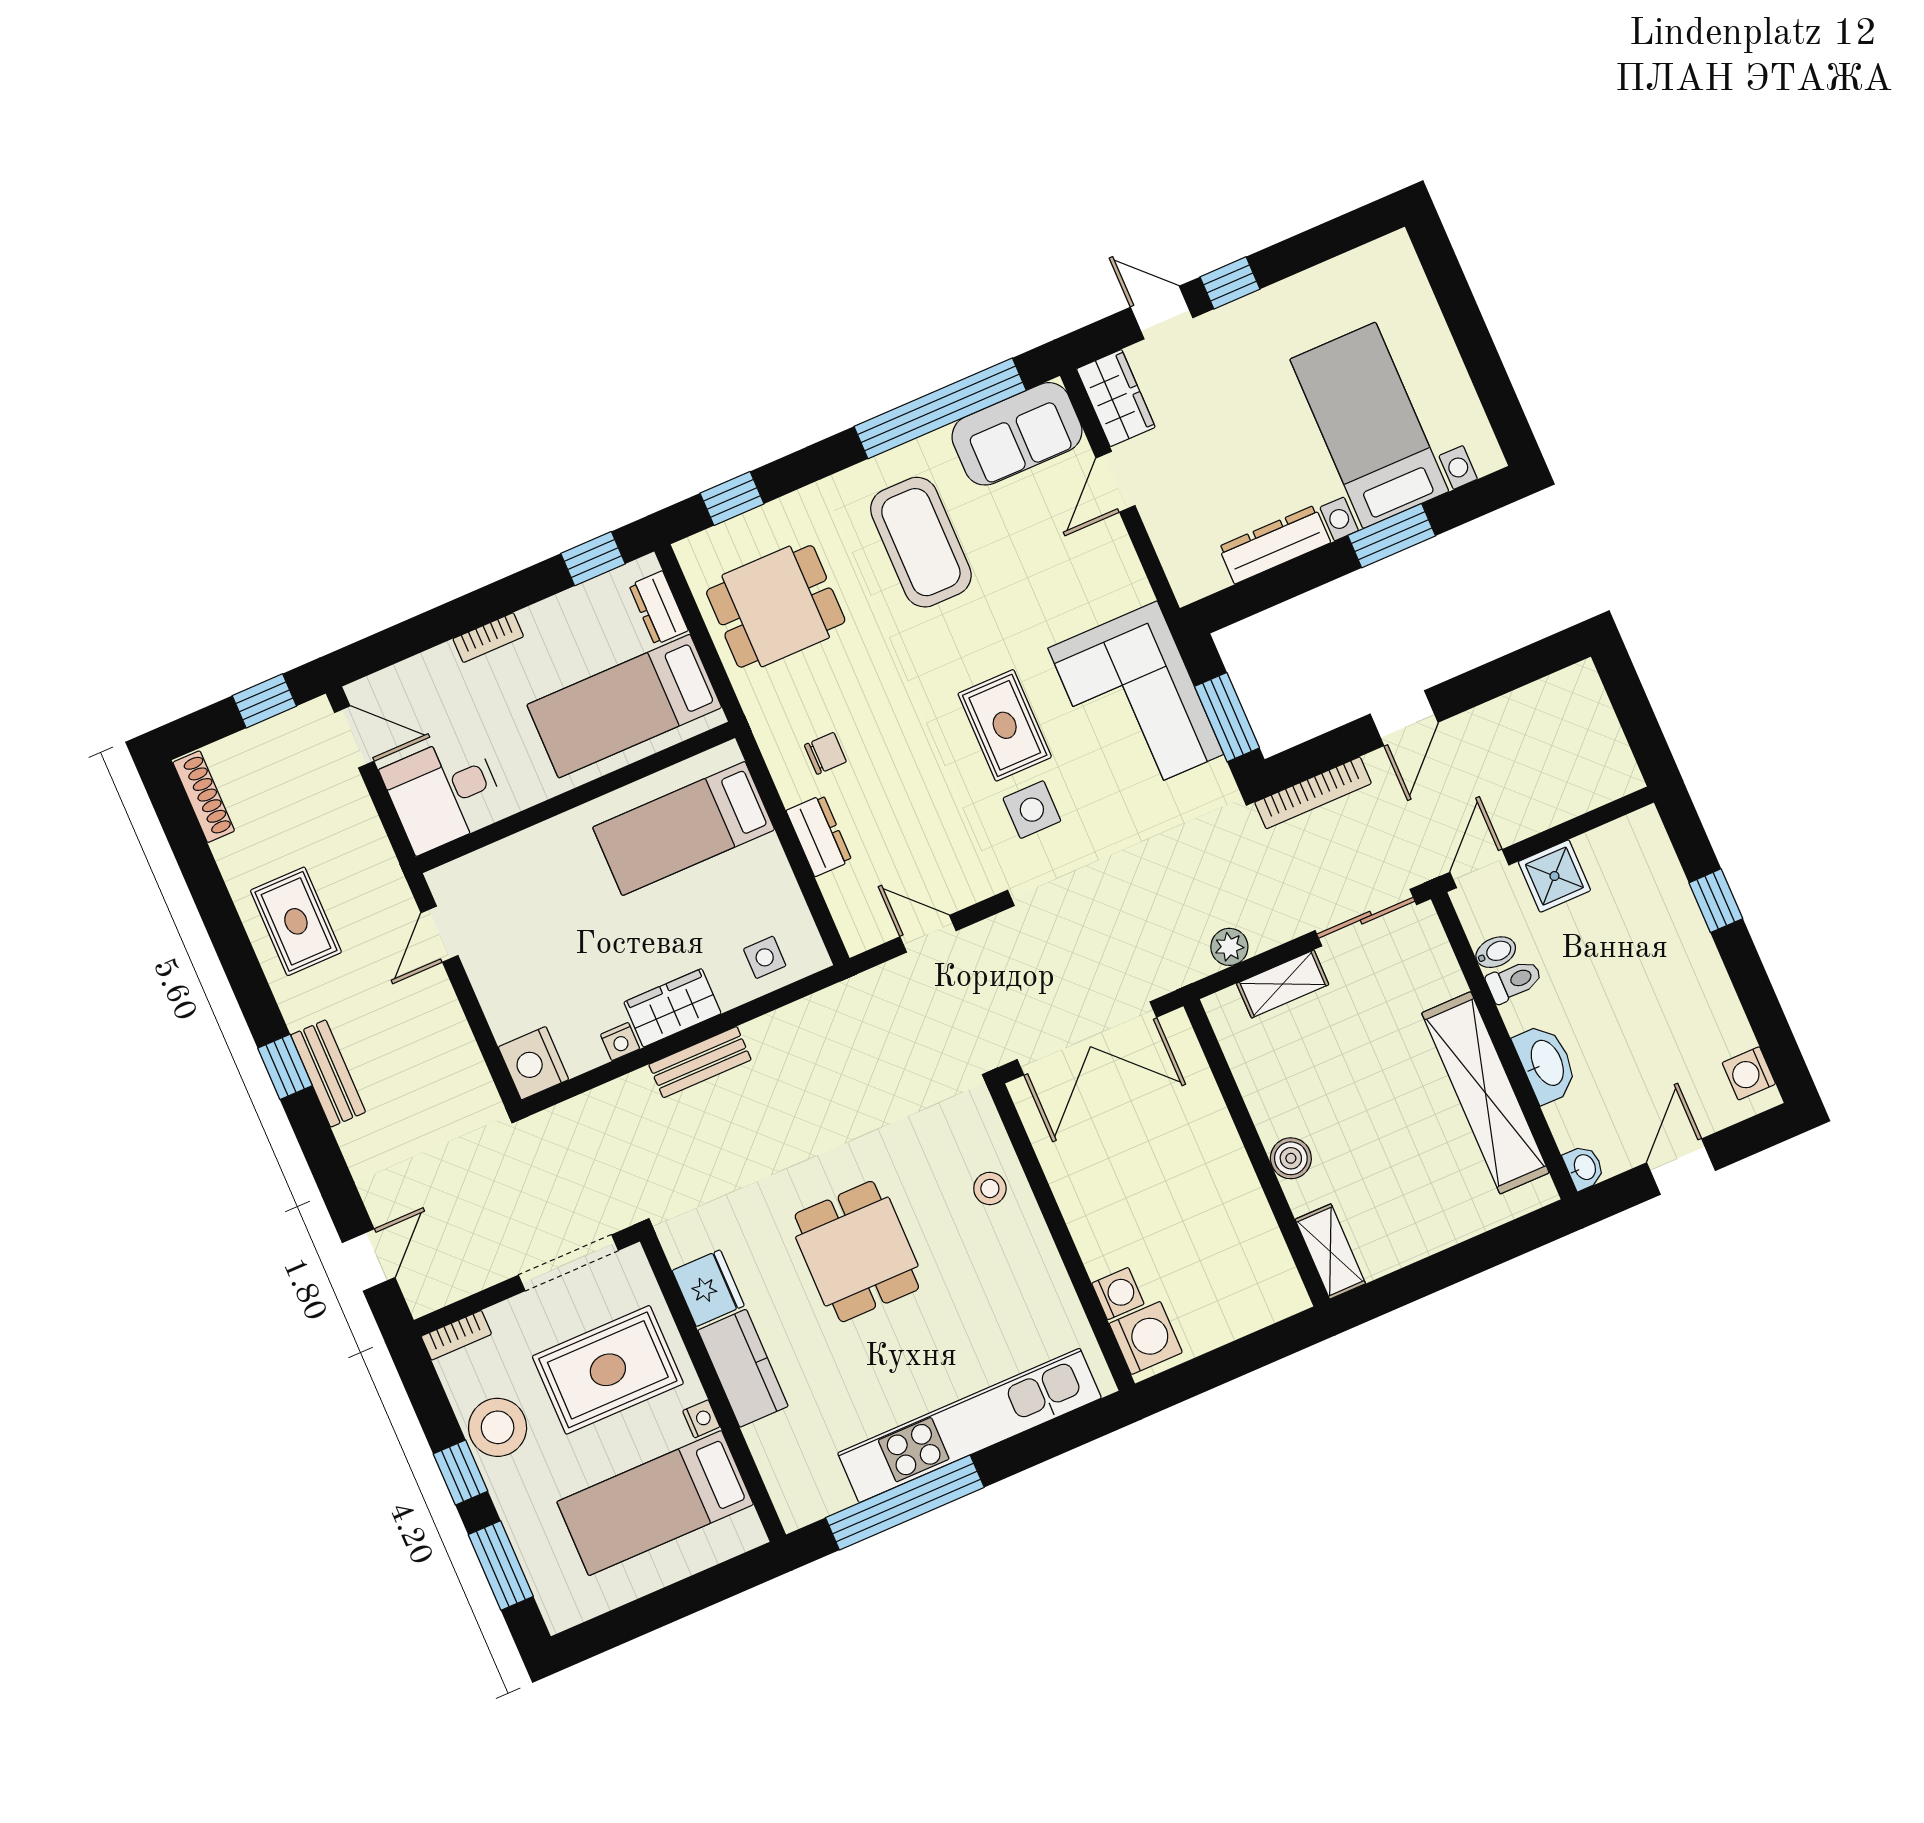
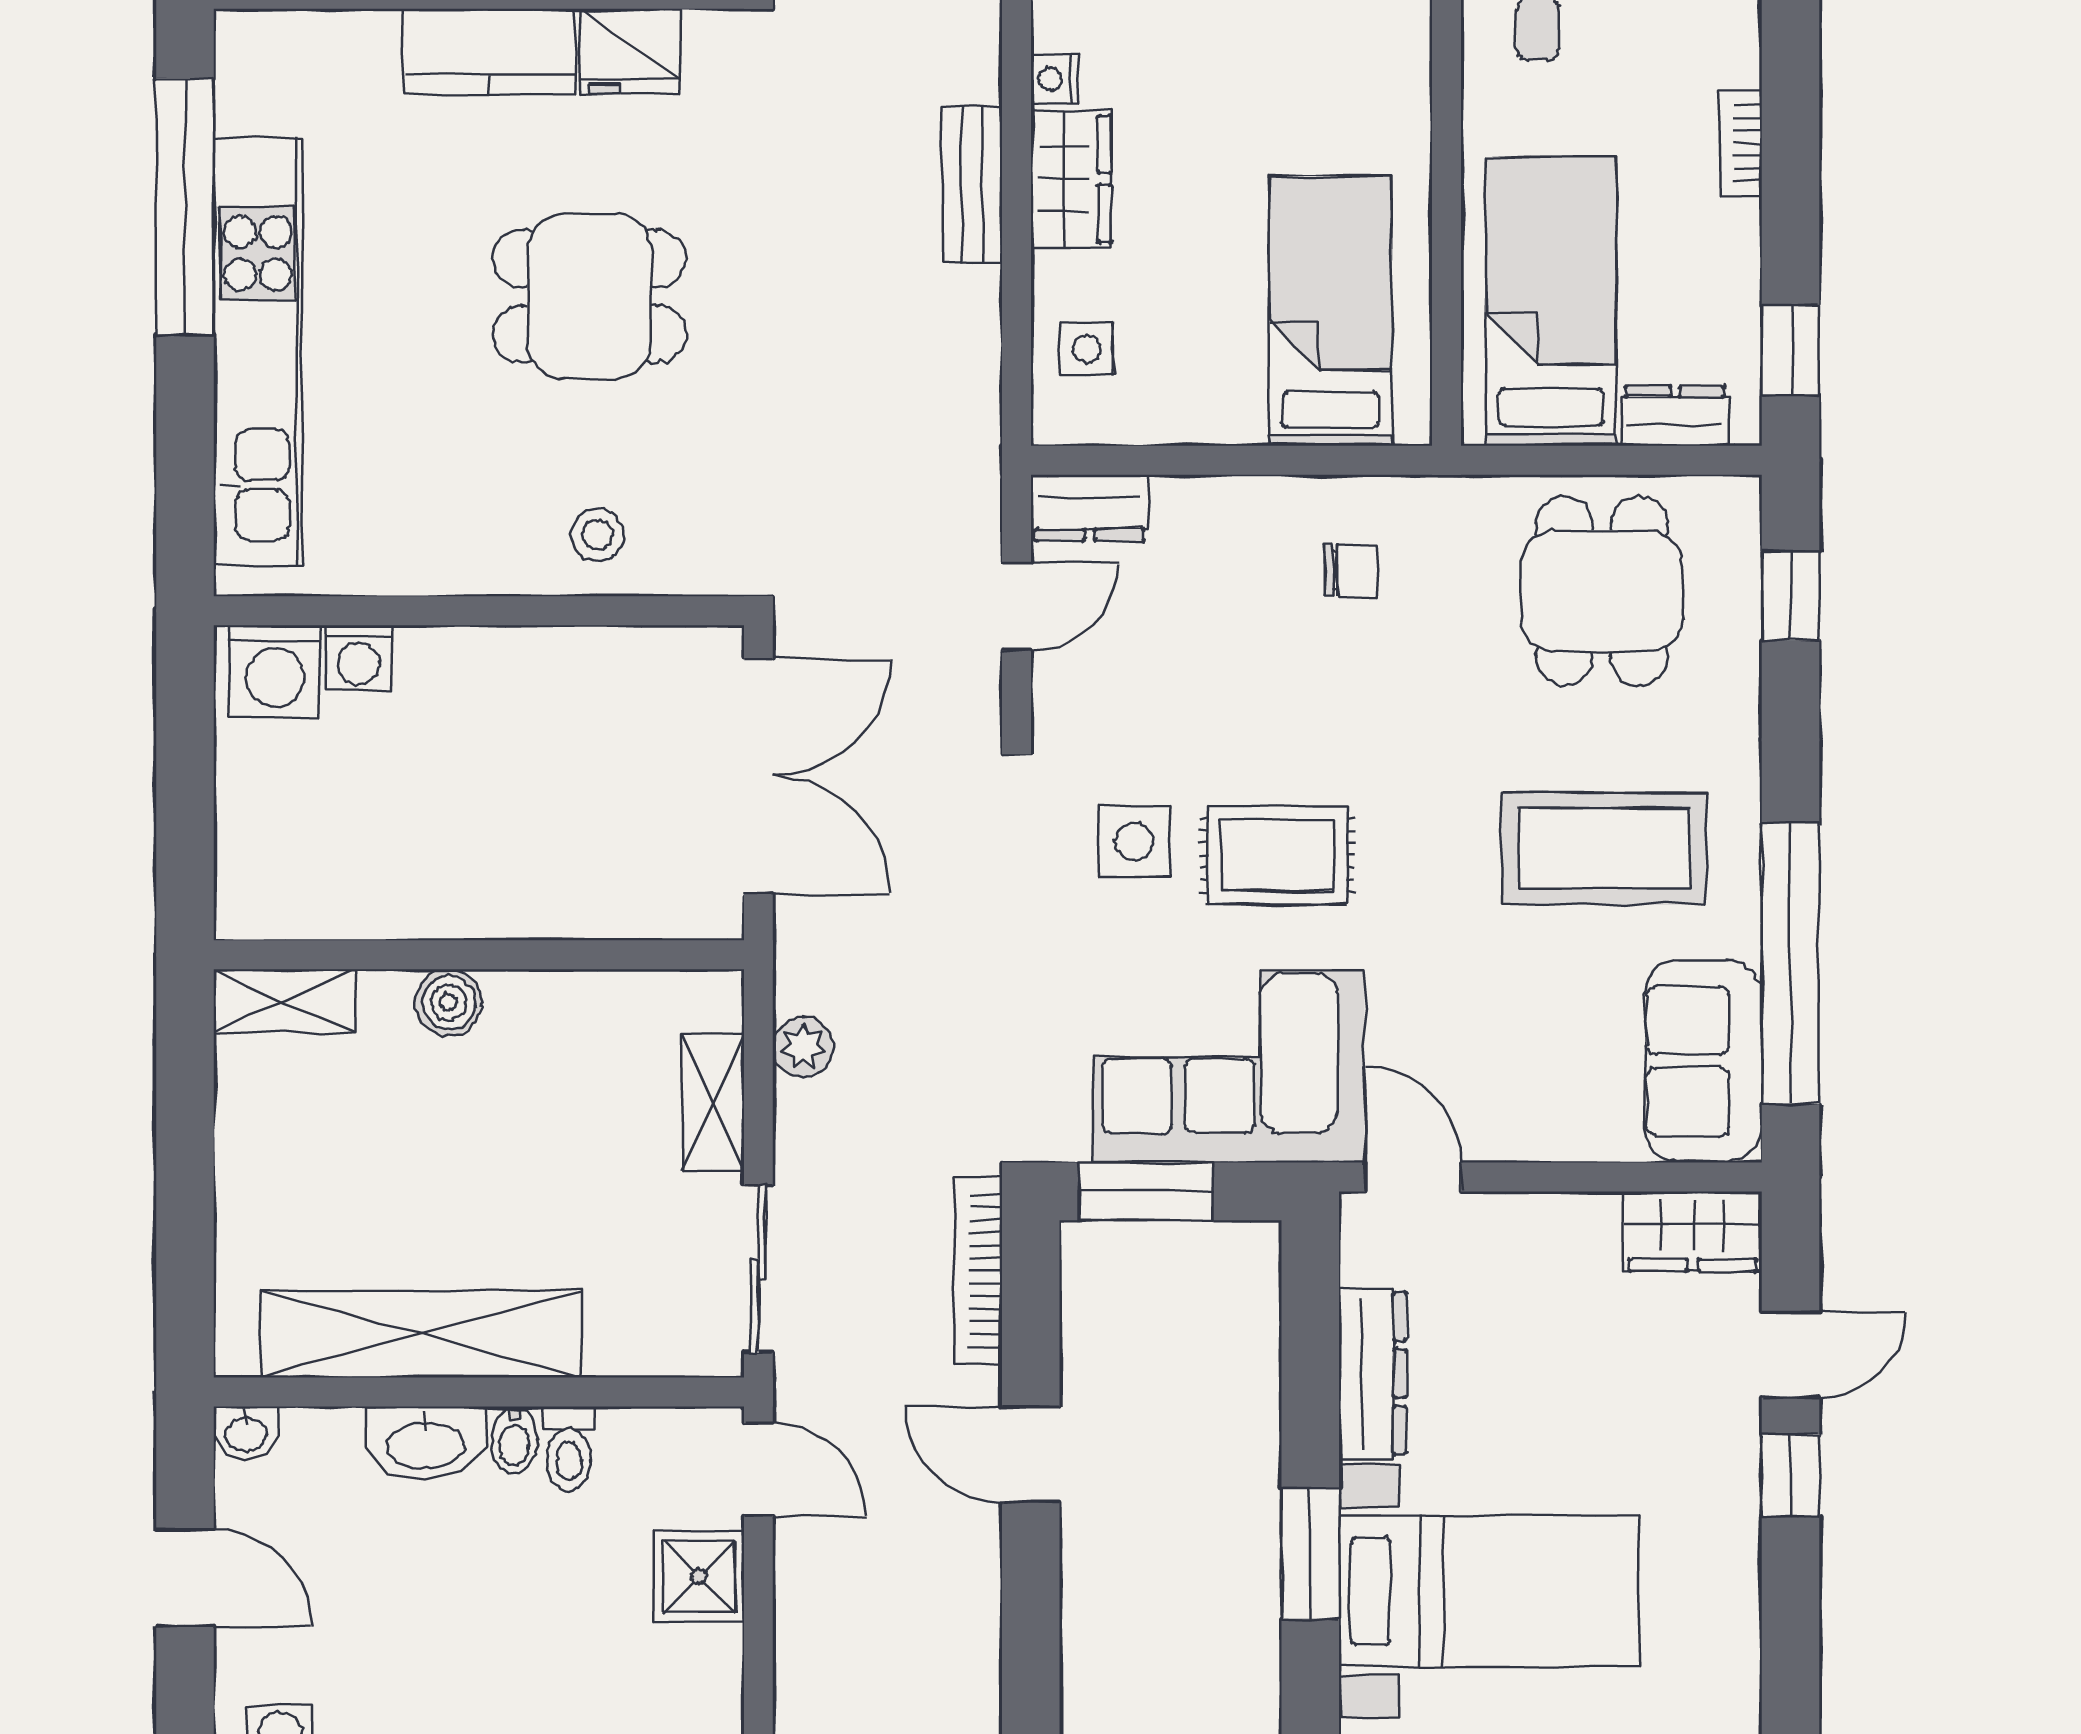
door: (1115, 482) -> (1413, 1177), moved
chair: (825, 753) -> (1351, 570), turned -90
dresser: (819, 836) -> (1090, 508), moved
bidet: (1496, 952) -> (514, 1440), moved
double door: (1087, 1038) -> (758, 776), swing flipped

